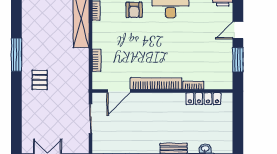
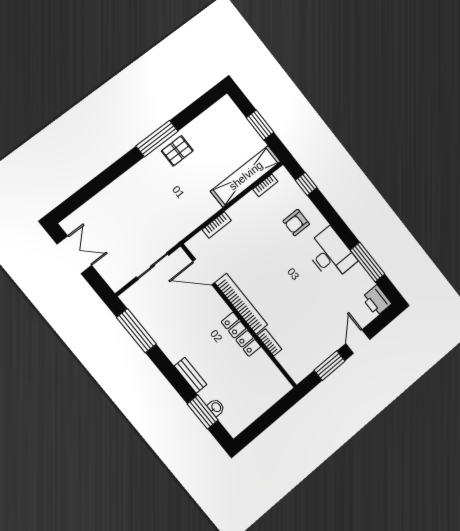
door: (238, 30) -> (358, 341), hinge flipped
pallet: (40, 80) -> (177, 151), moved
locker: (203, 99) -> (241, 334), moved

